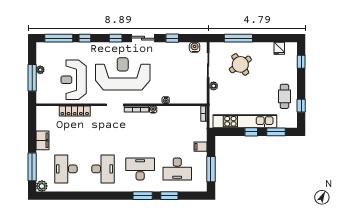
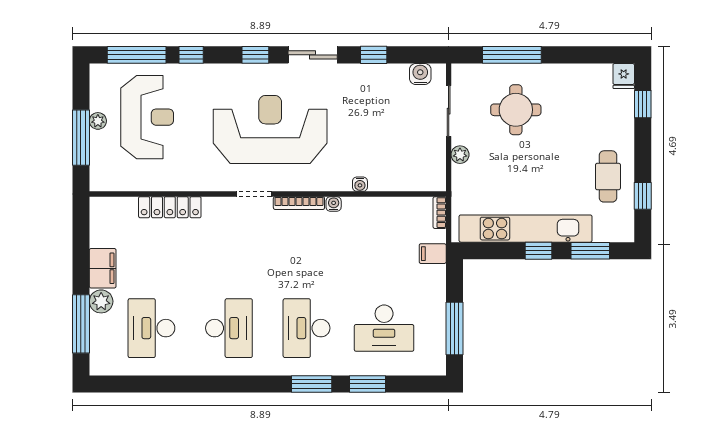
fridge: (279, 48) -> (624, 76), moved
round table: (240, 64) -> (516, 110), turned 34
reception desk: (74, 80) -> (147, 117), moved, turned 180
filing cabinet: (201, 147) -> (433, 254), moved
desk: (140, 169) -> (307, 328), turned -90
plant: (42, 186) -> (101, 301), moved

